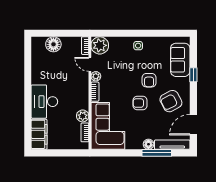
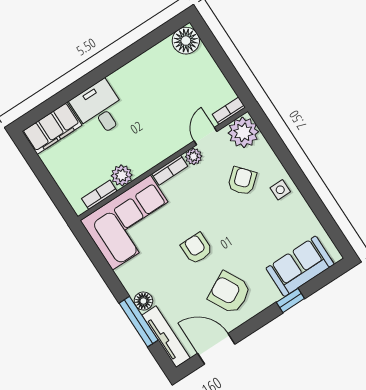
floor lamp: (53, 44) -> (186, 41), moved
armchair: (149, 80) -> (242, 181), moved, turned 139
desk: (44, 102) -> (99, 109), width x0.73

